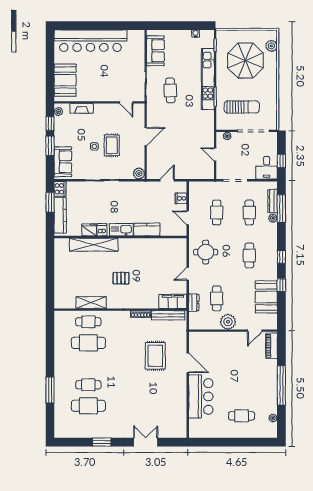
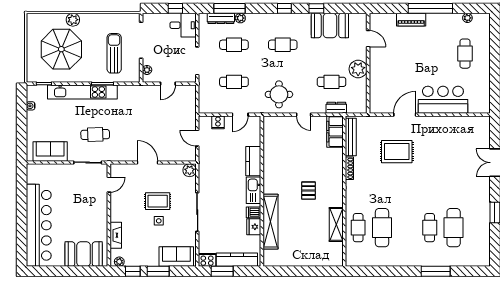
plant: (271, 46) -> (73, 20), moved
piano: (271, 346) -> (411, 20), moved

